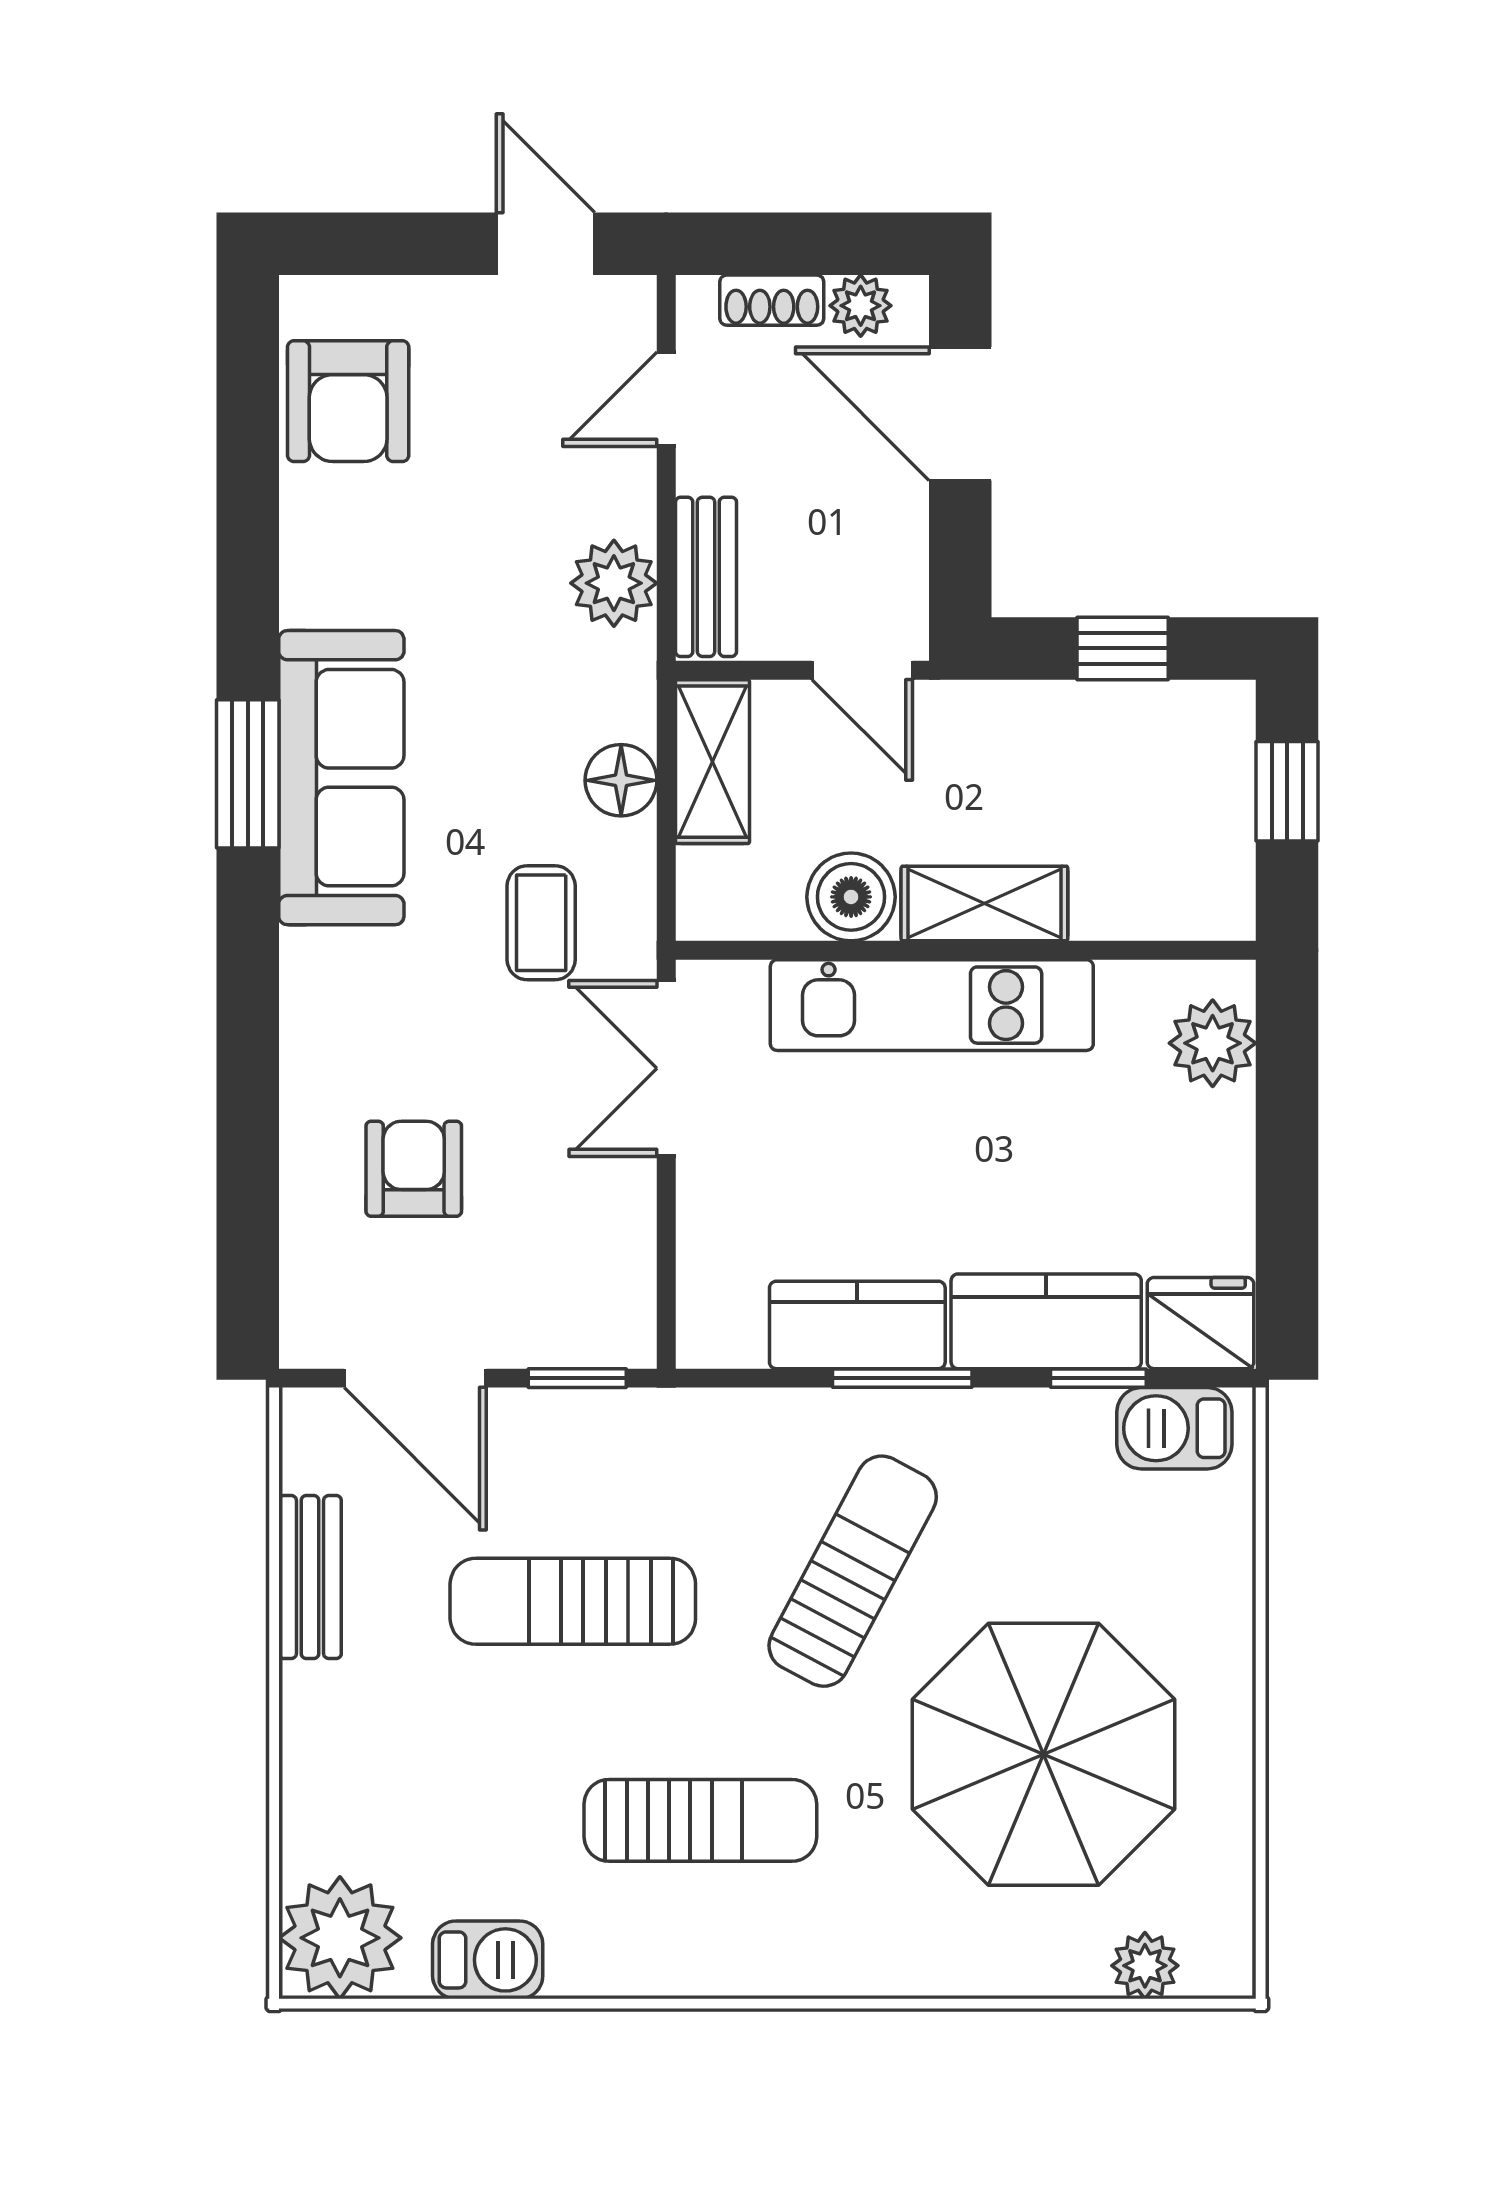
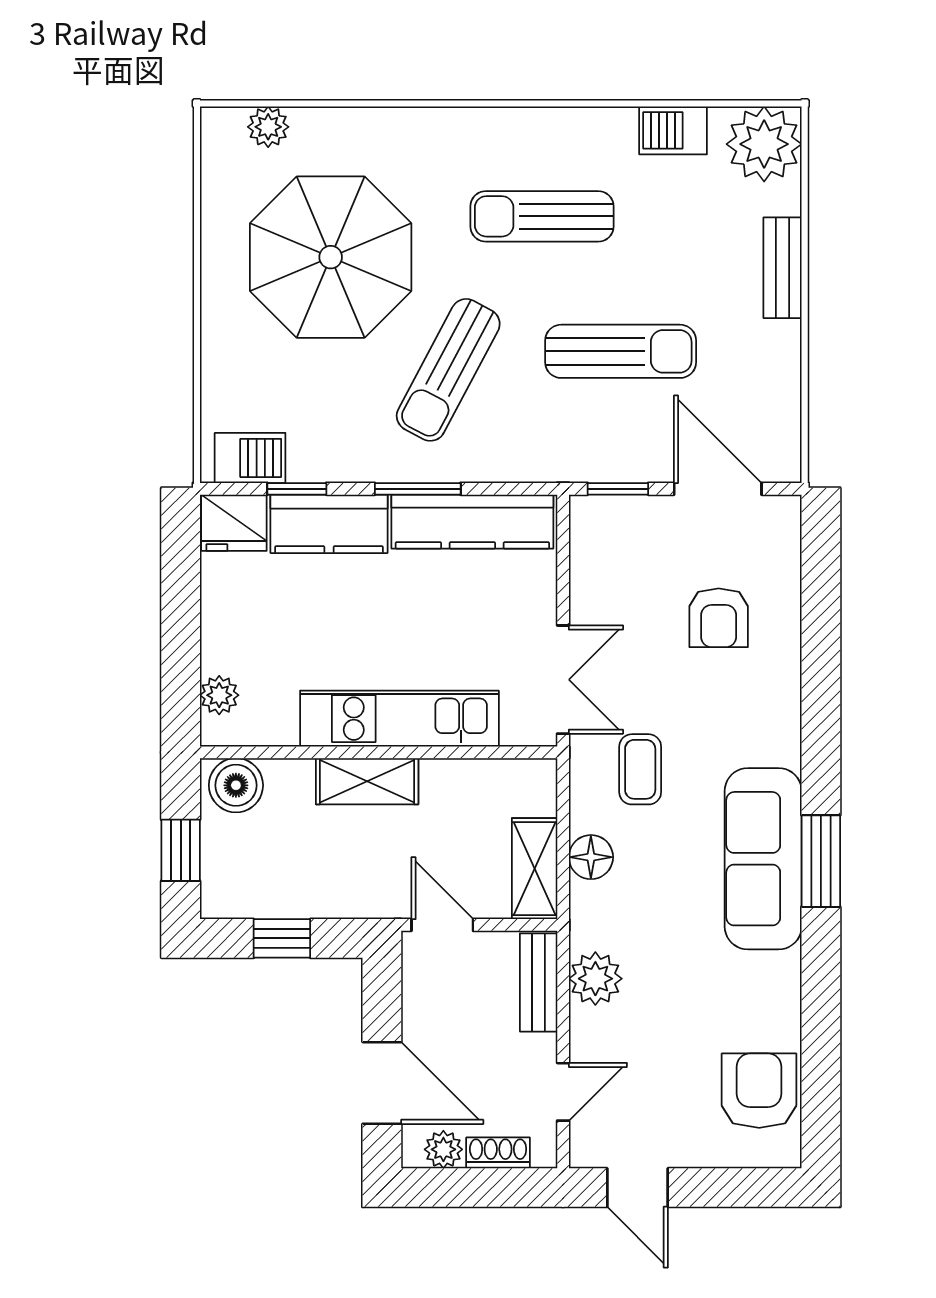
boiler: (851, 897) -> (236, 785), moved
plant: (1213, 1043) -> (219, 695), width x0.73, depth x0.73
kitchen counter: (857, 1325) -> (472, 522), width x1.50
bench: (310, 1577) -> (783, 268), moved

